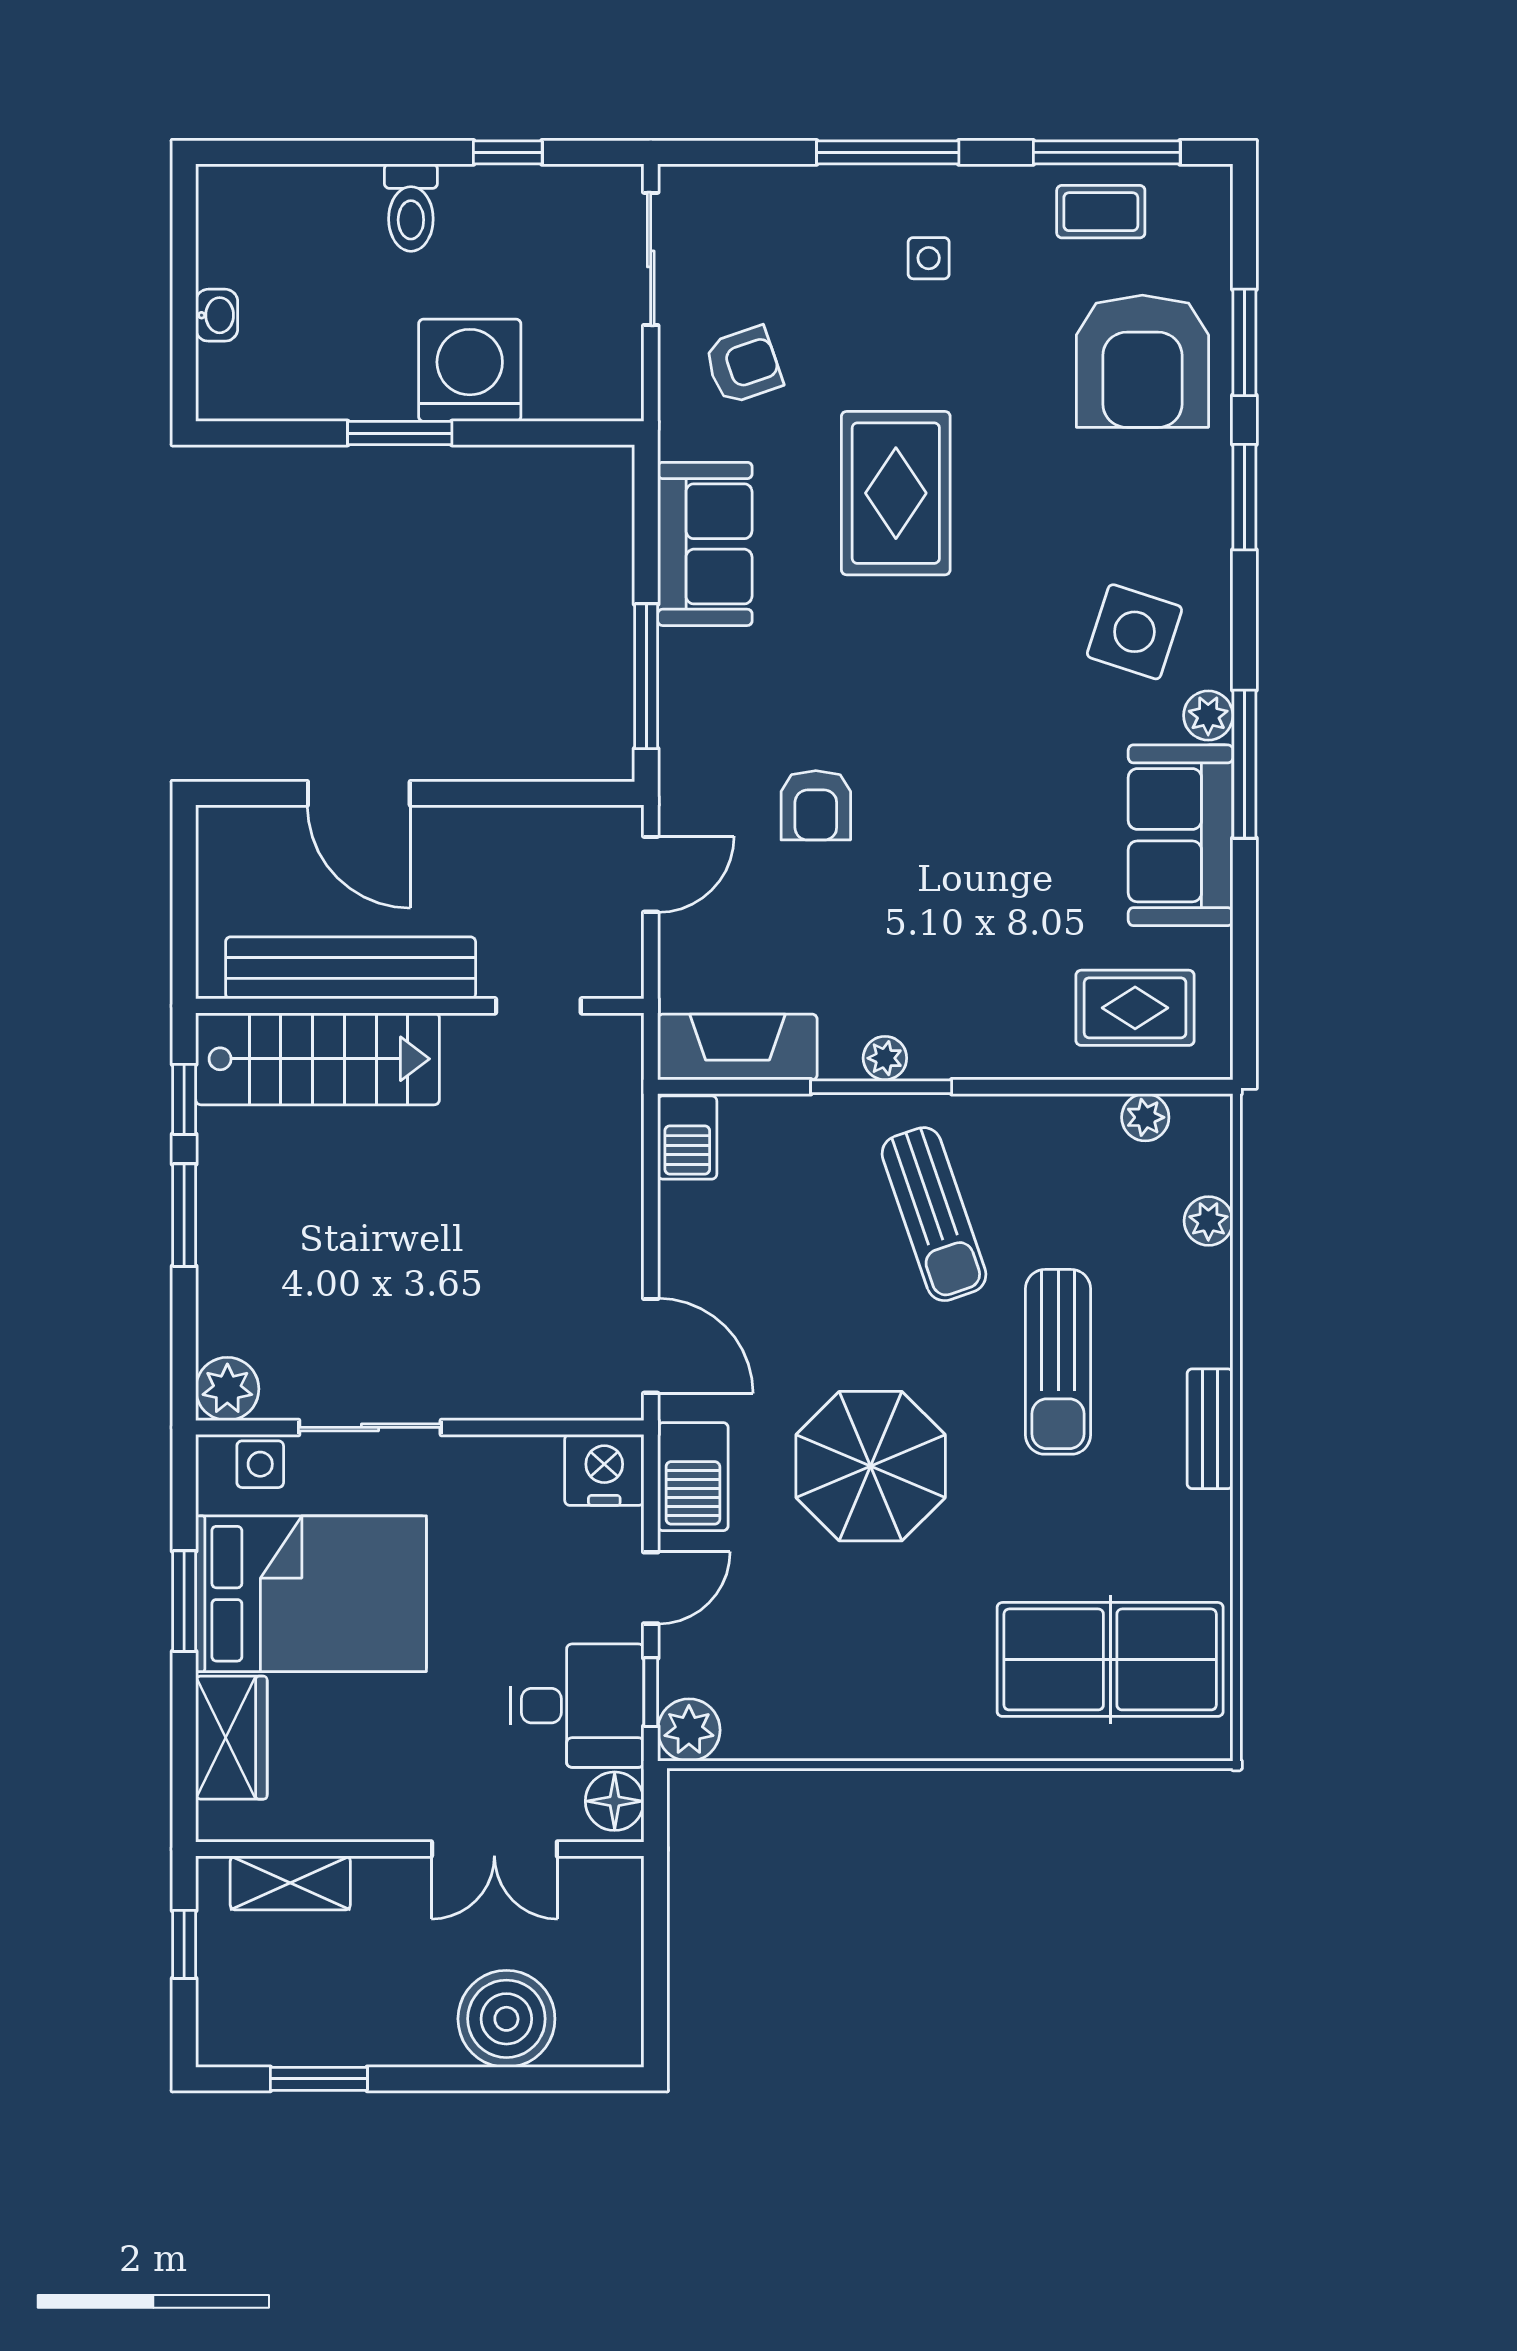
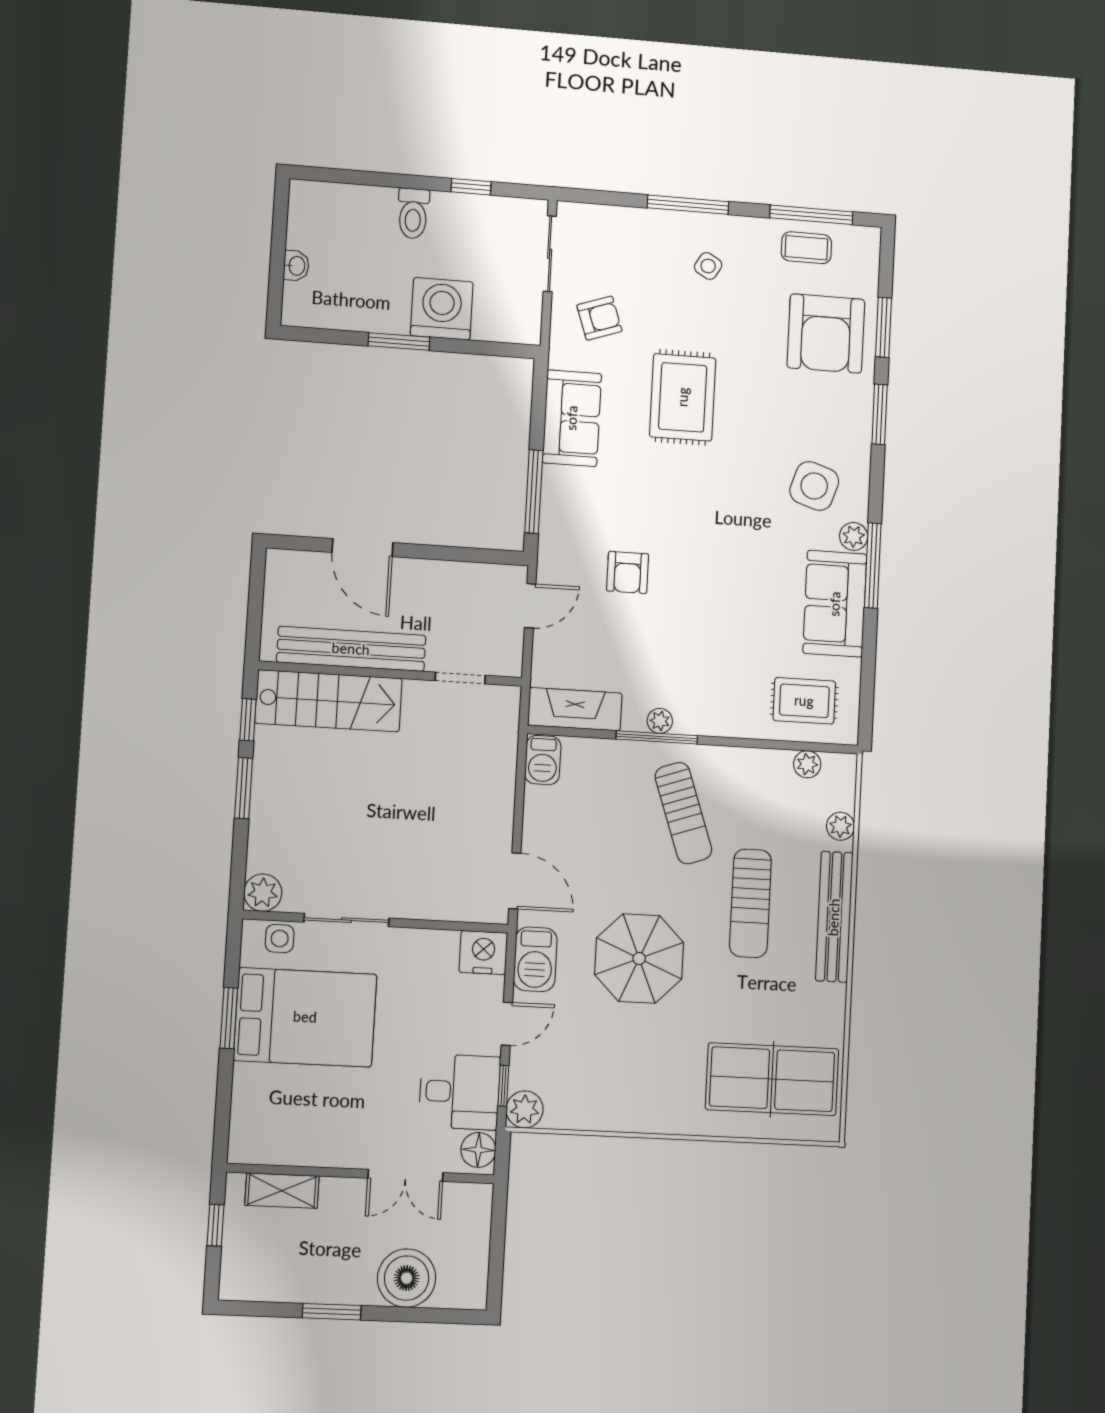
side table: (929, 258) -> (708, 266), turned 30
bench: (1210, 1429) -> (834, 917), width x1.86, depth x1.21
wardrobe: (231, 1738) -> (252, 1101), removed
window: (319, 2079) -> (332, 1312), moved

